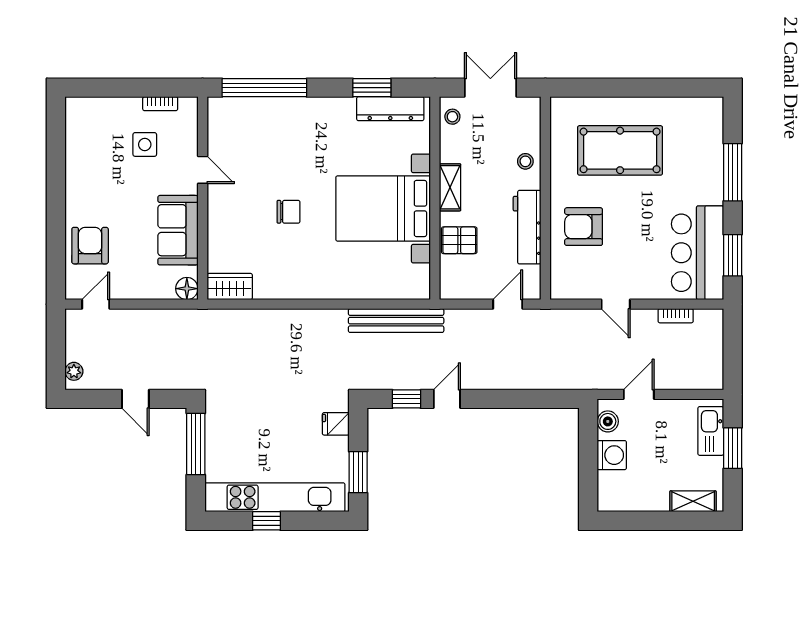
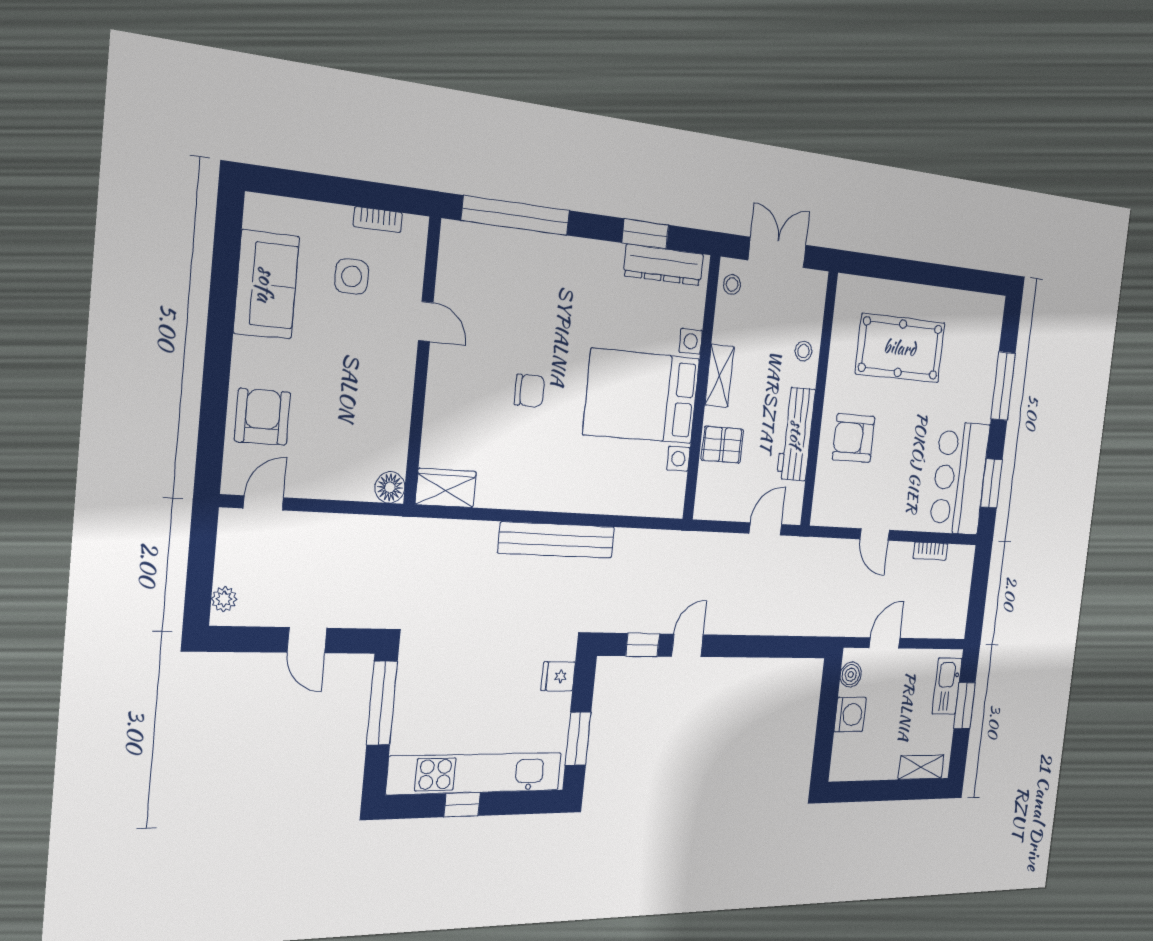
sofa: (178, 230) -> (266, 285), moved, turned 180
bench: (396, 321) -> (557, 540), moved

